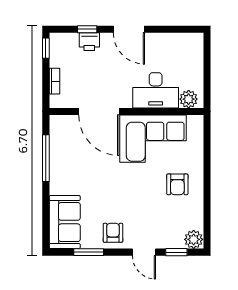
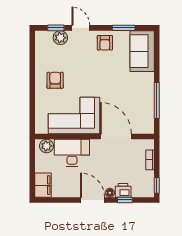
floor lamp: (107, 39) -> (110, 193), added
filing cabinet: (193, 49) -> (43, 185), added
plant: (194, 239) -> (60, 38), moved

